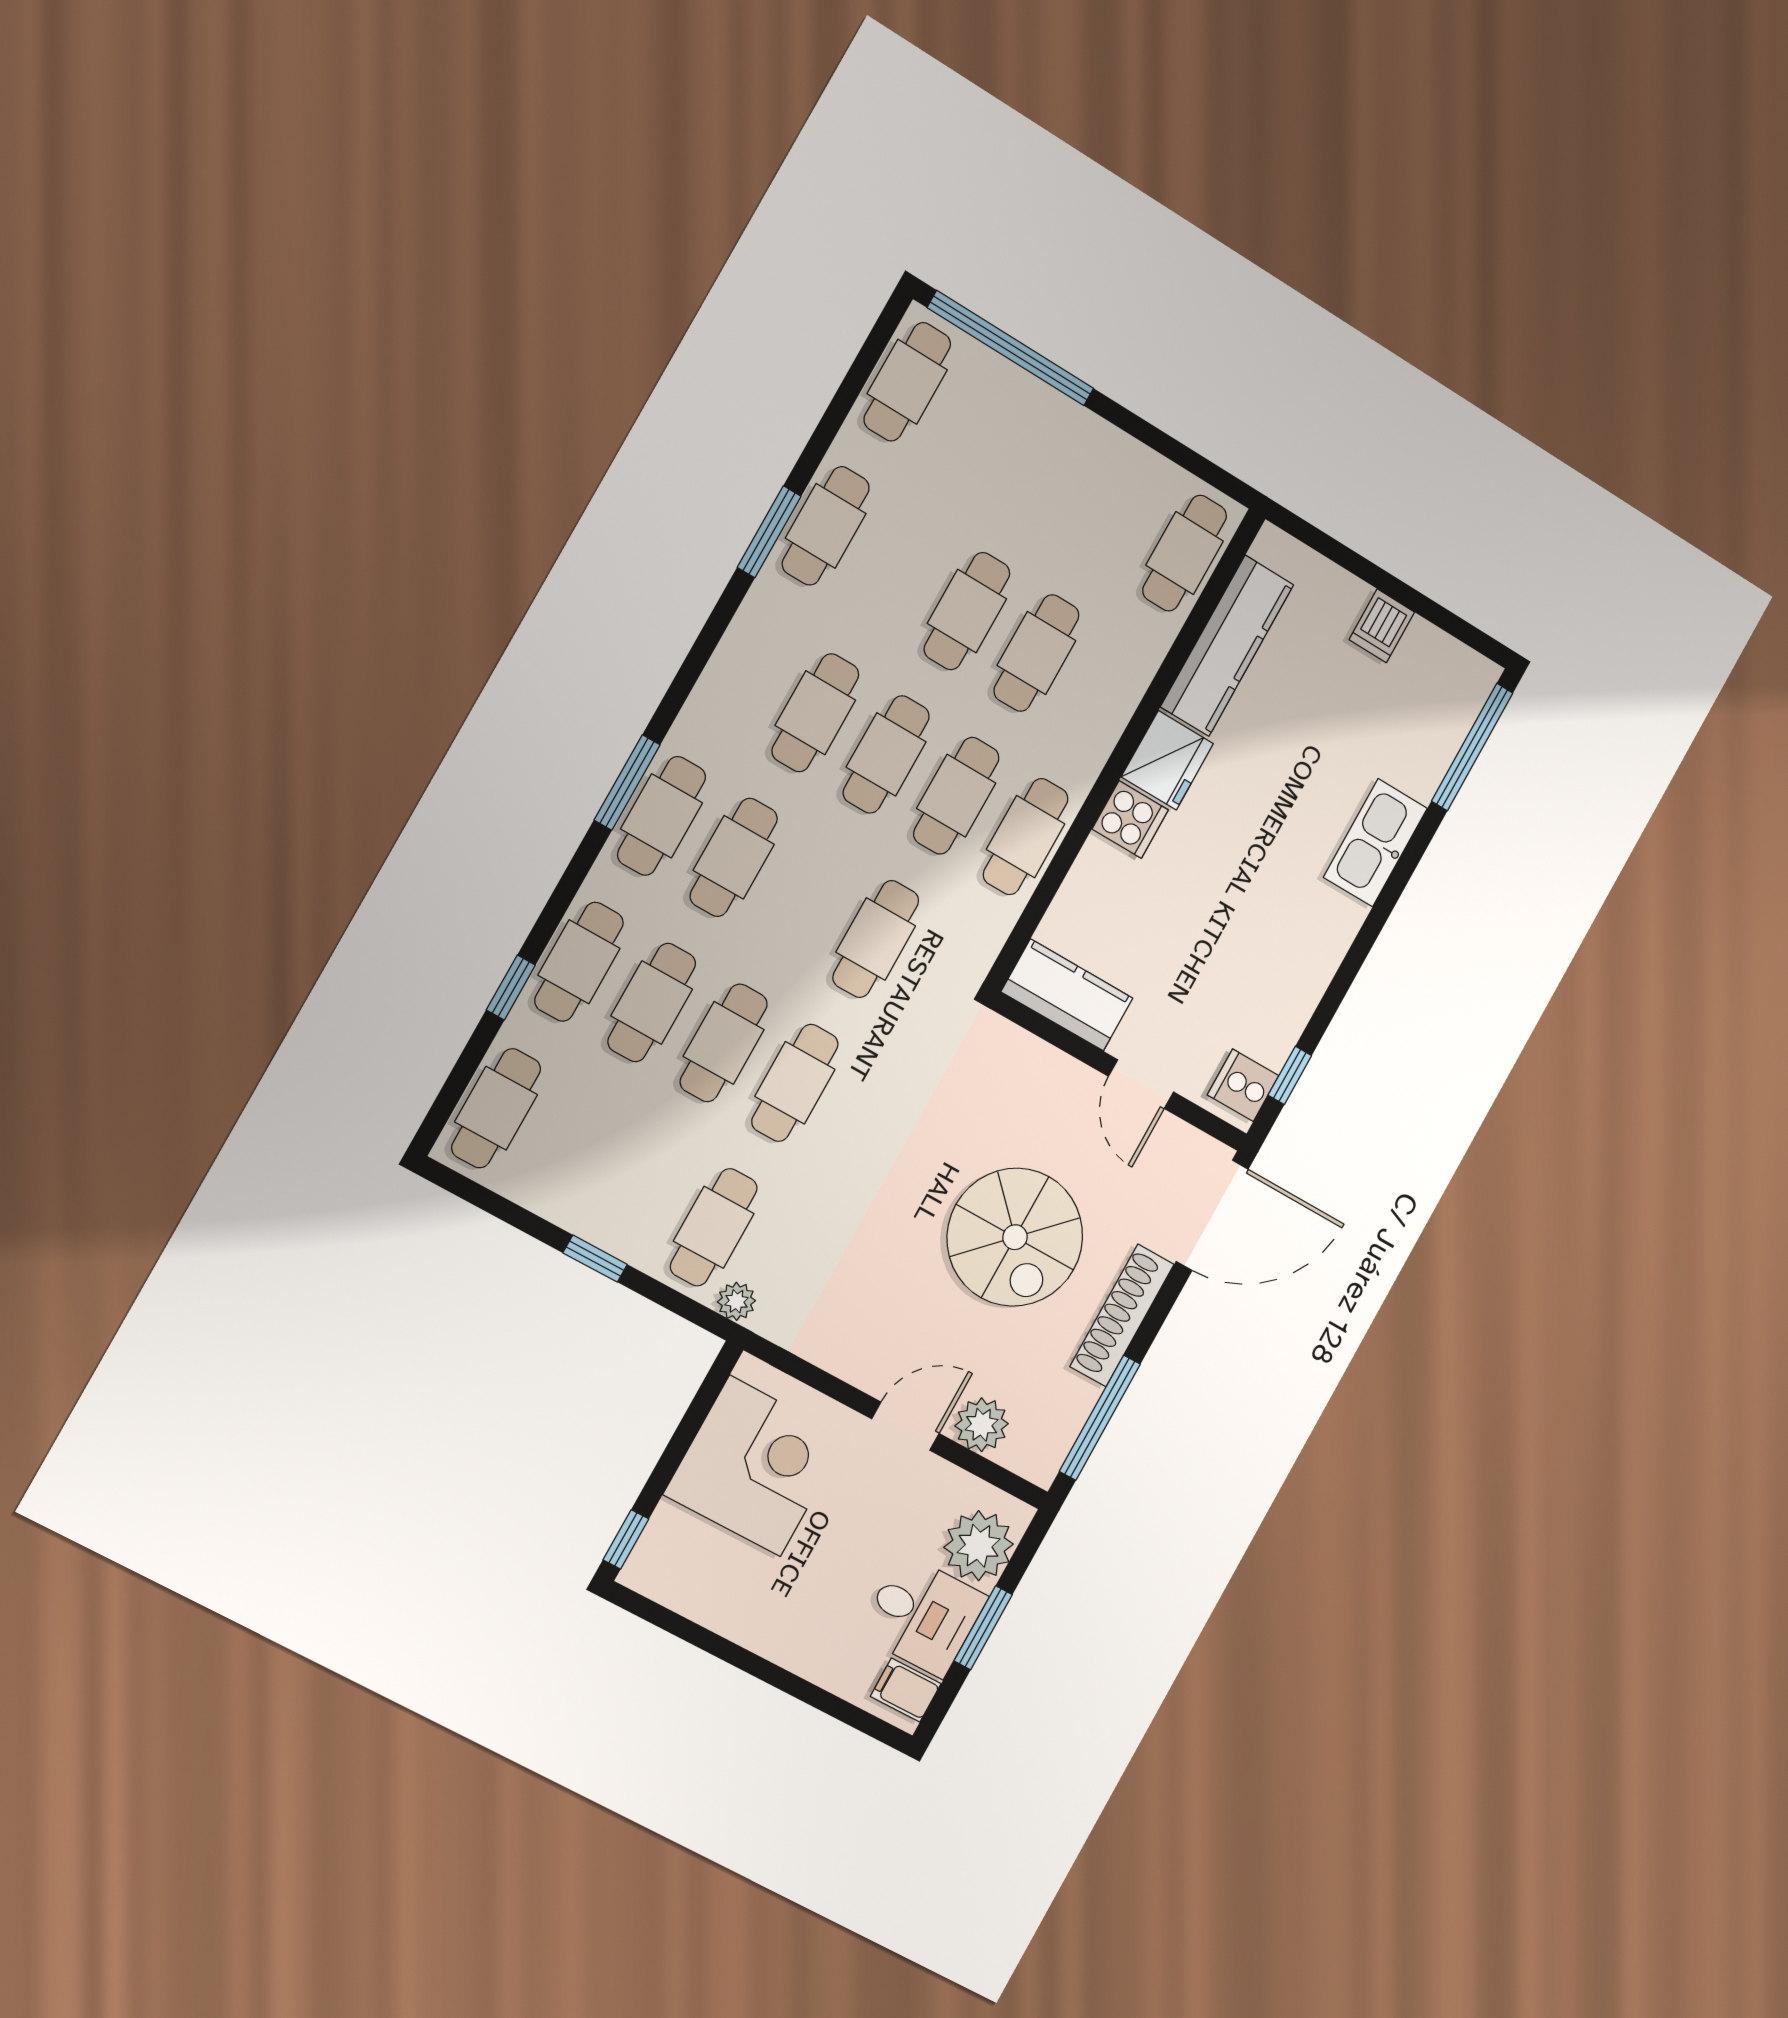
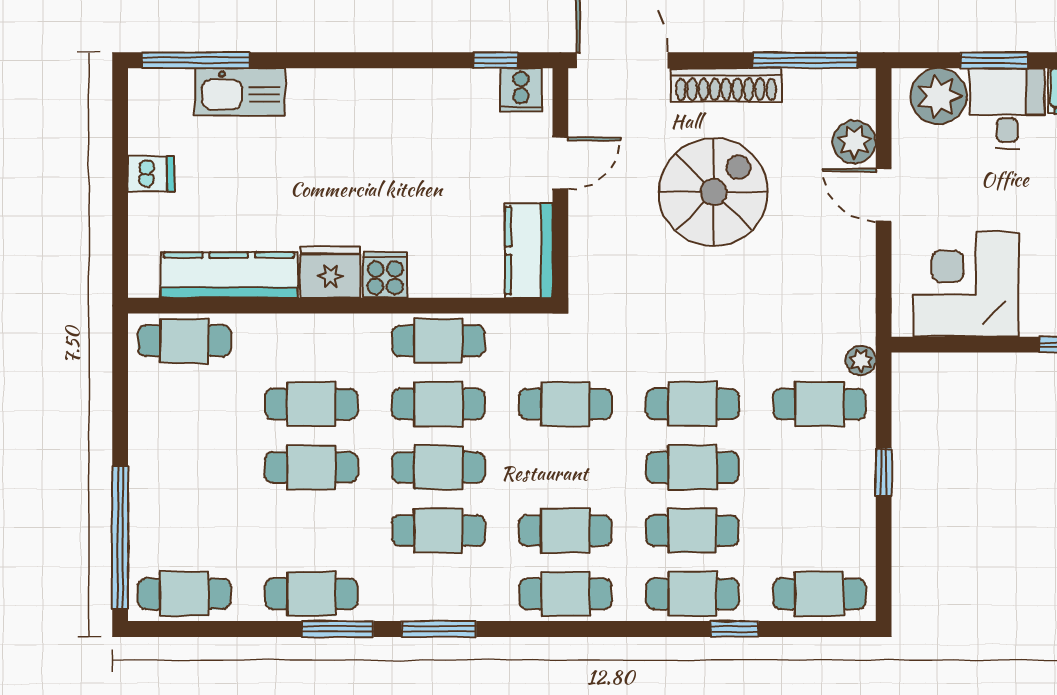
window: (627, 782) -> (439, 629), moved
kitchen sink: (1375, 843) -> (240, 92), moved

